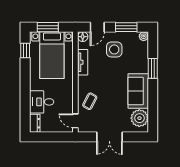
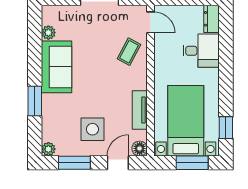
plant: (139, 118) -> (48, 33), width x0.53, depth x0.53

